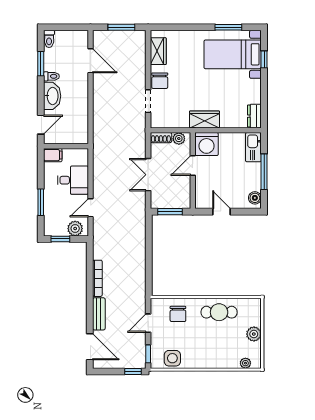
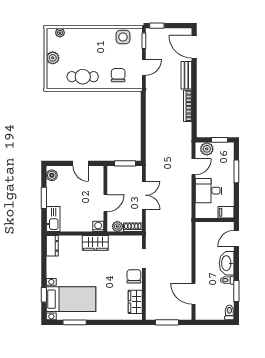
washing machine: (207, 144) -> (98, 226), width x0.53, depth x0.53
window: (264, 172) -> (44, 198), width x0.69

